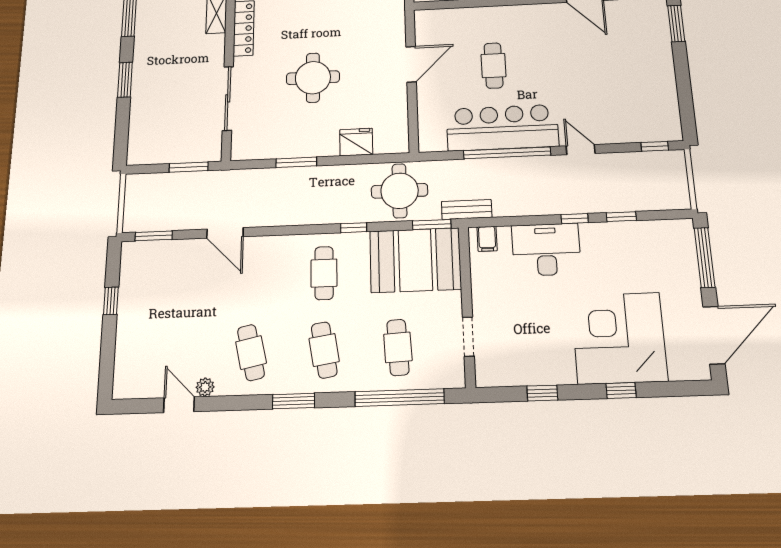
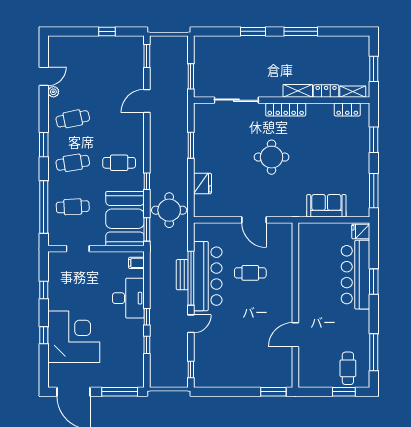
round table: (313, 78) -> (272, 157), moved
bench: (467, 209) -> (182, 275), moved

